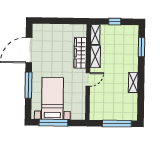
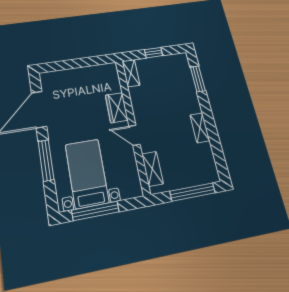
wardrobe: (80, 53) -> (117, 108), width x0.67
shelving: (95, 56) -> (152, 169), moved
door: (88, 79) -> (134, 135), swing flipped

